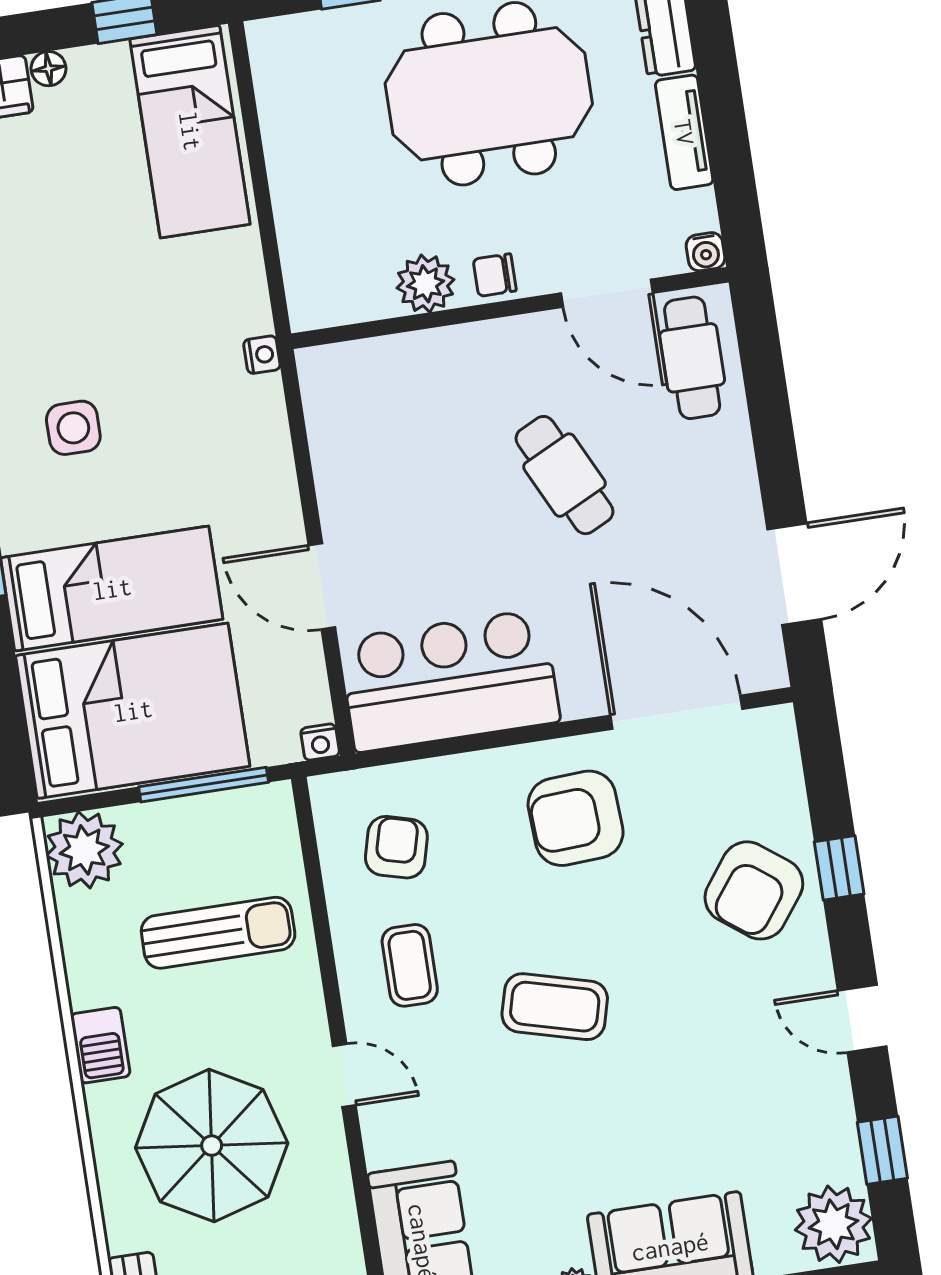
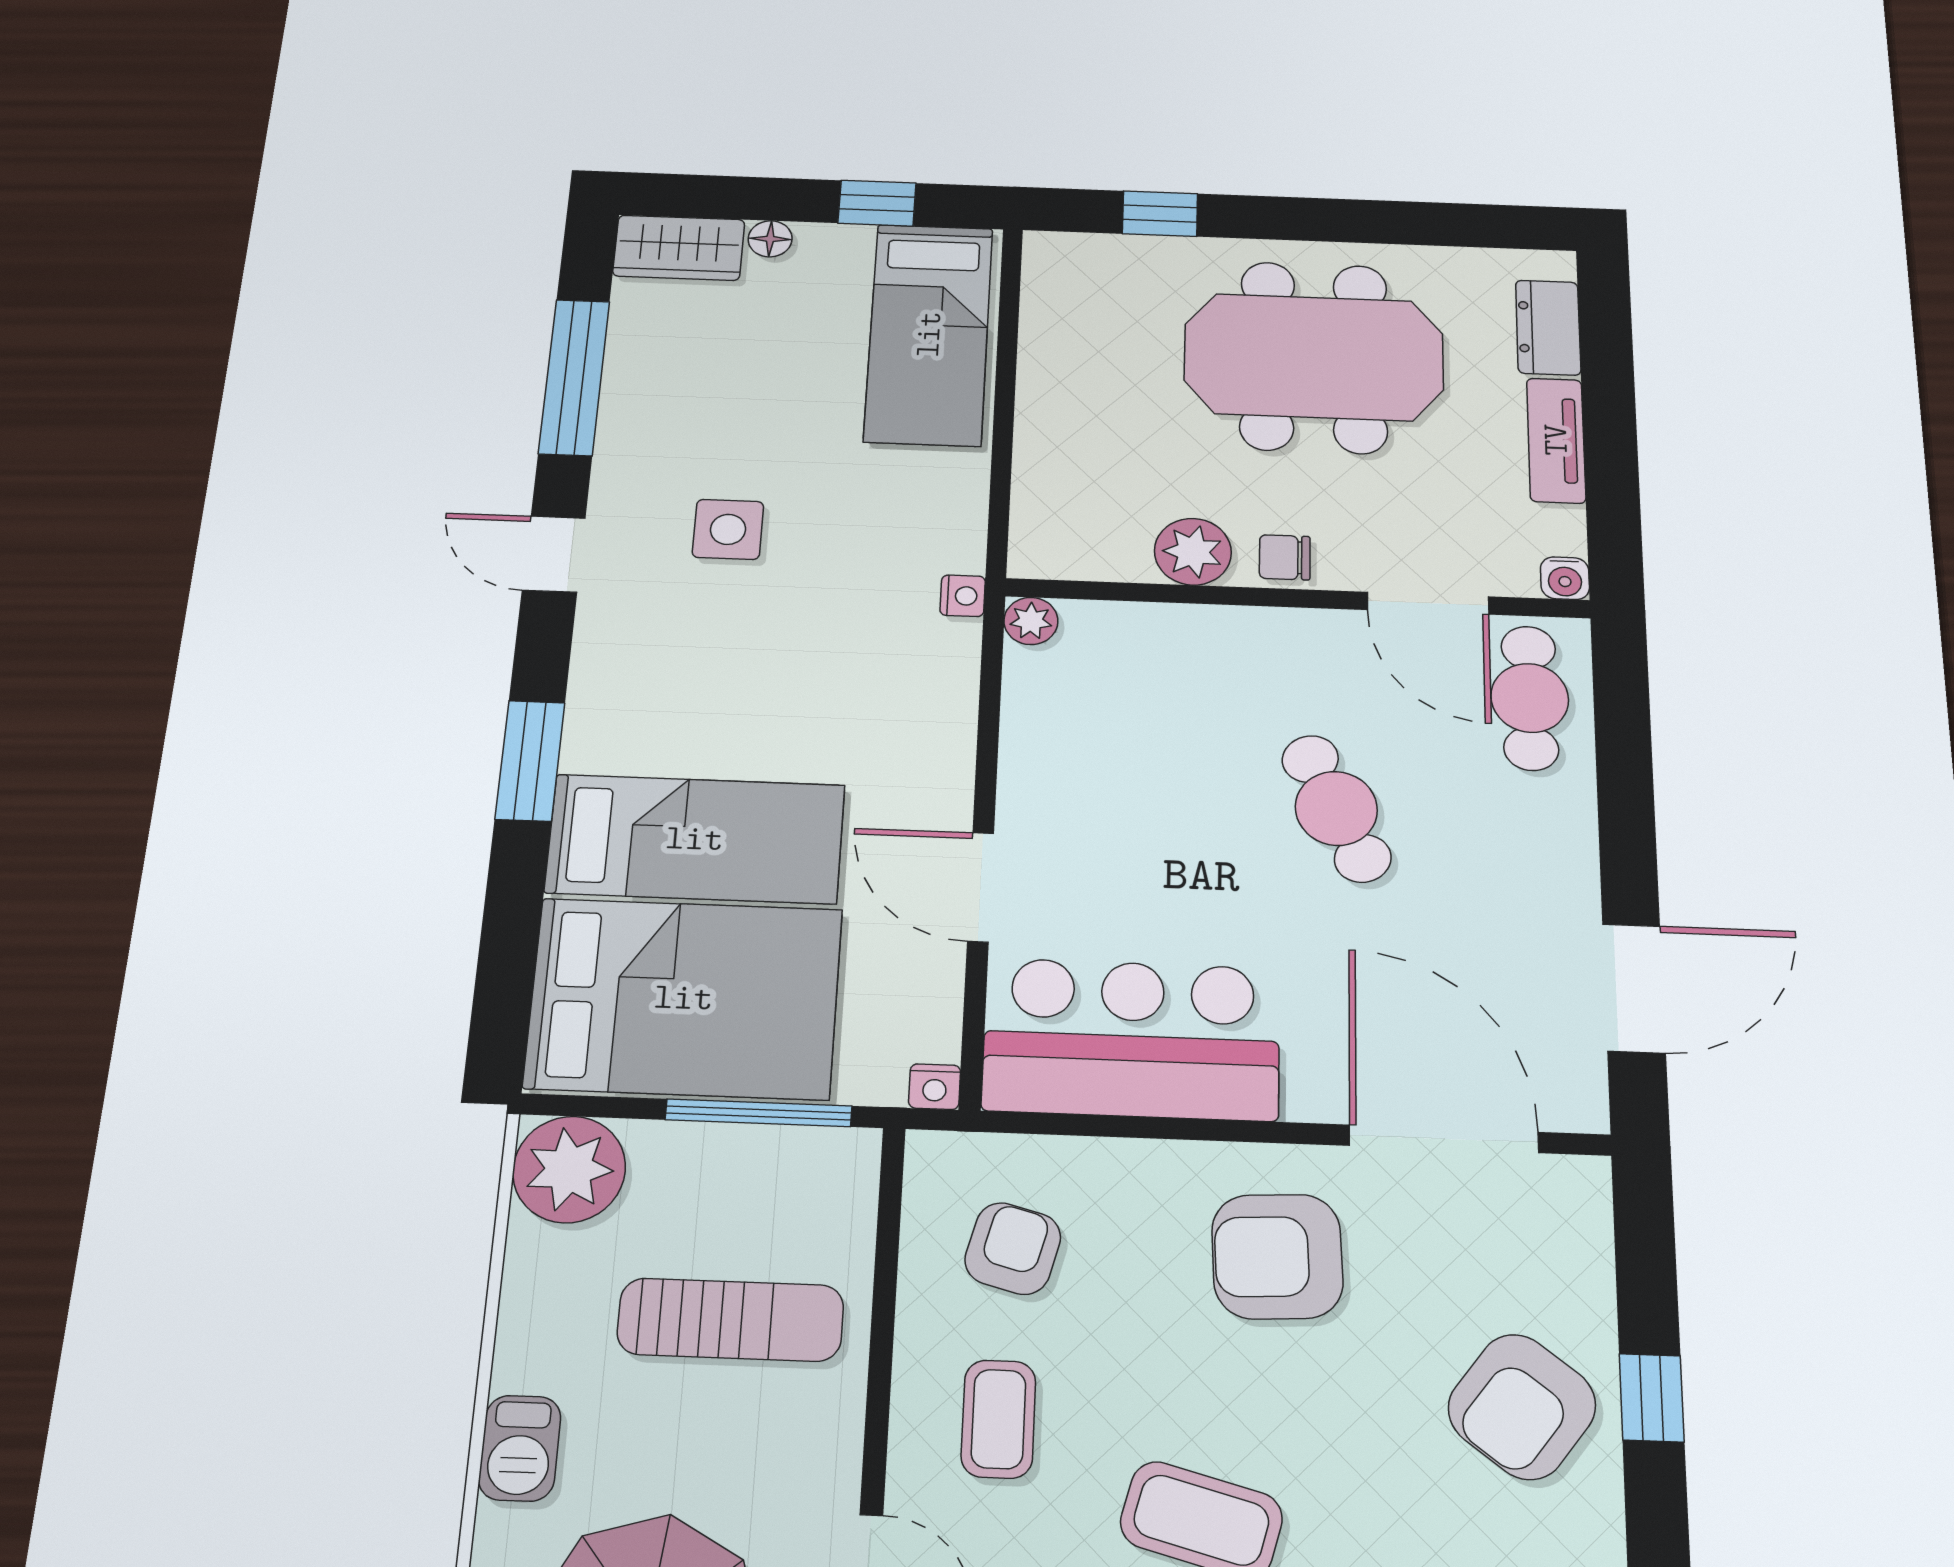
plant: (316, 366) -> (1031, 621), added
side table: (73, 428) -> (728, 529), moved

